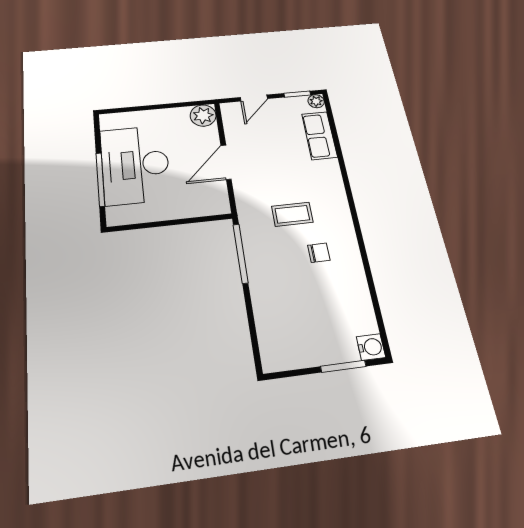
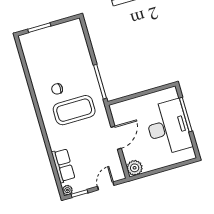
coffee table: (292, 214) -> (74, 110), width x1.86, depth x1.72
water cooler: (371, 347) -> (26, 40), removed

